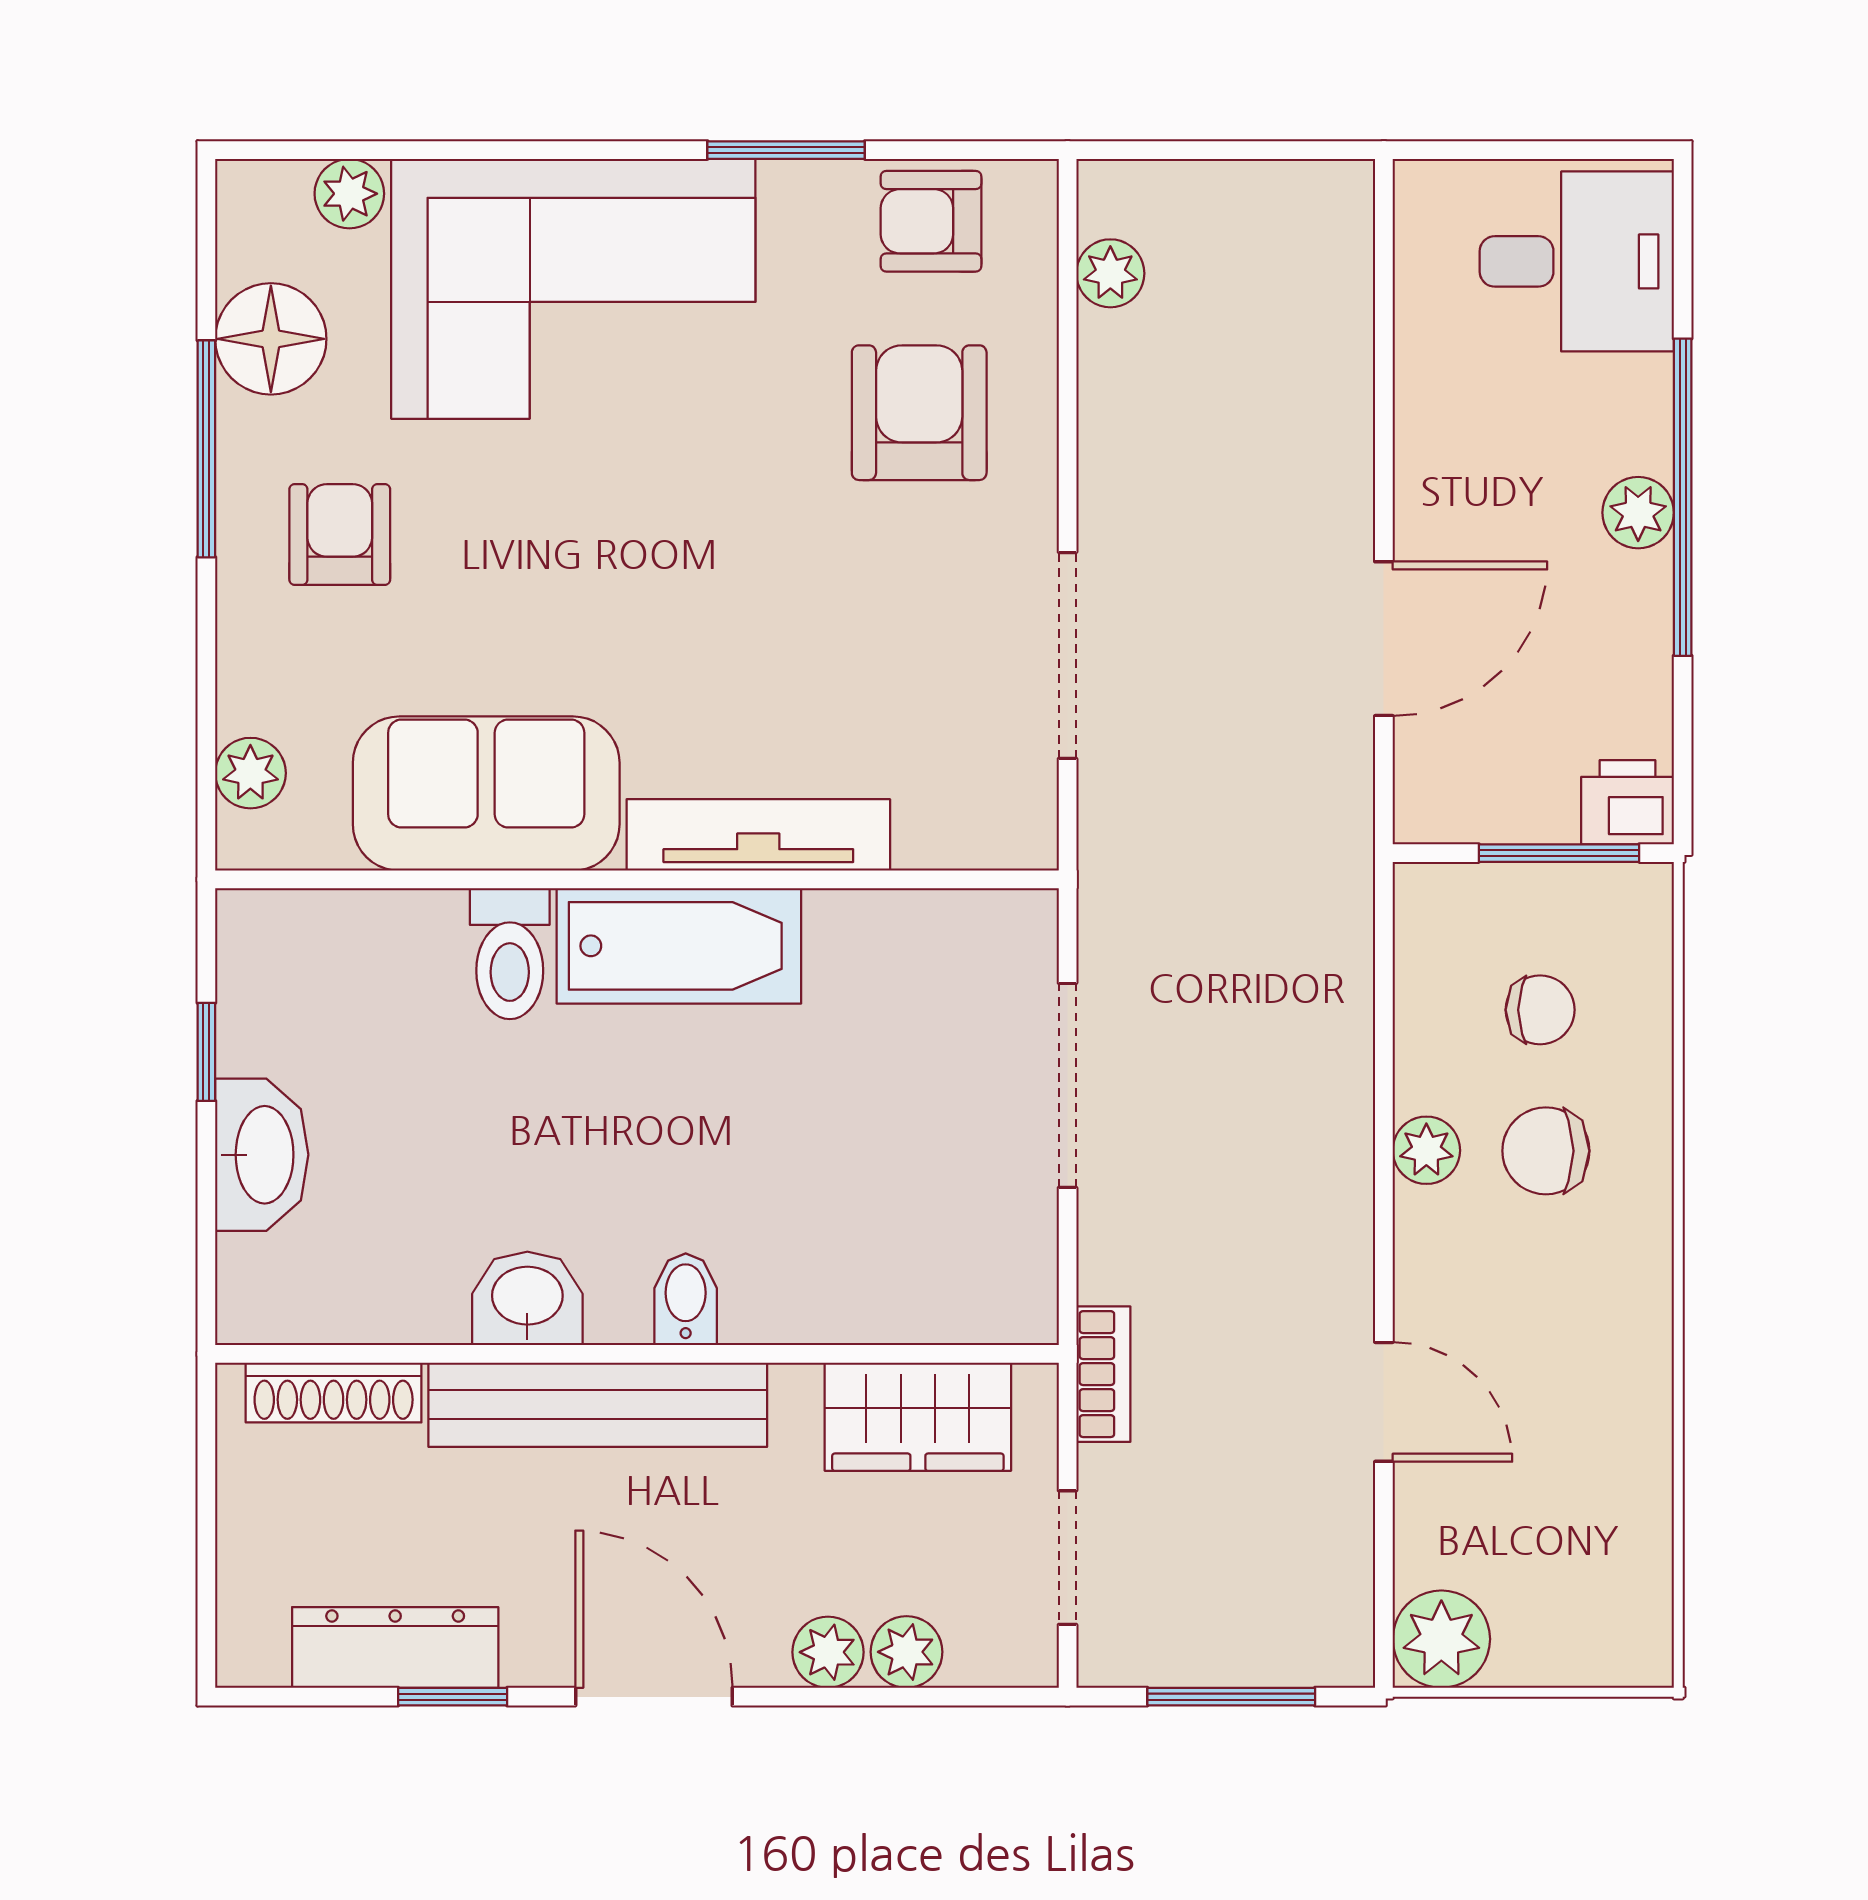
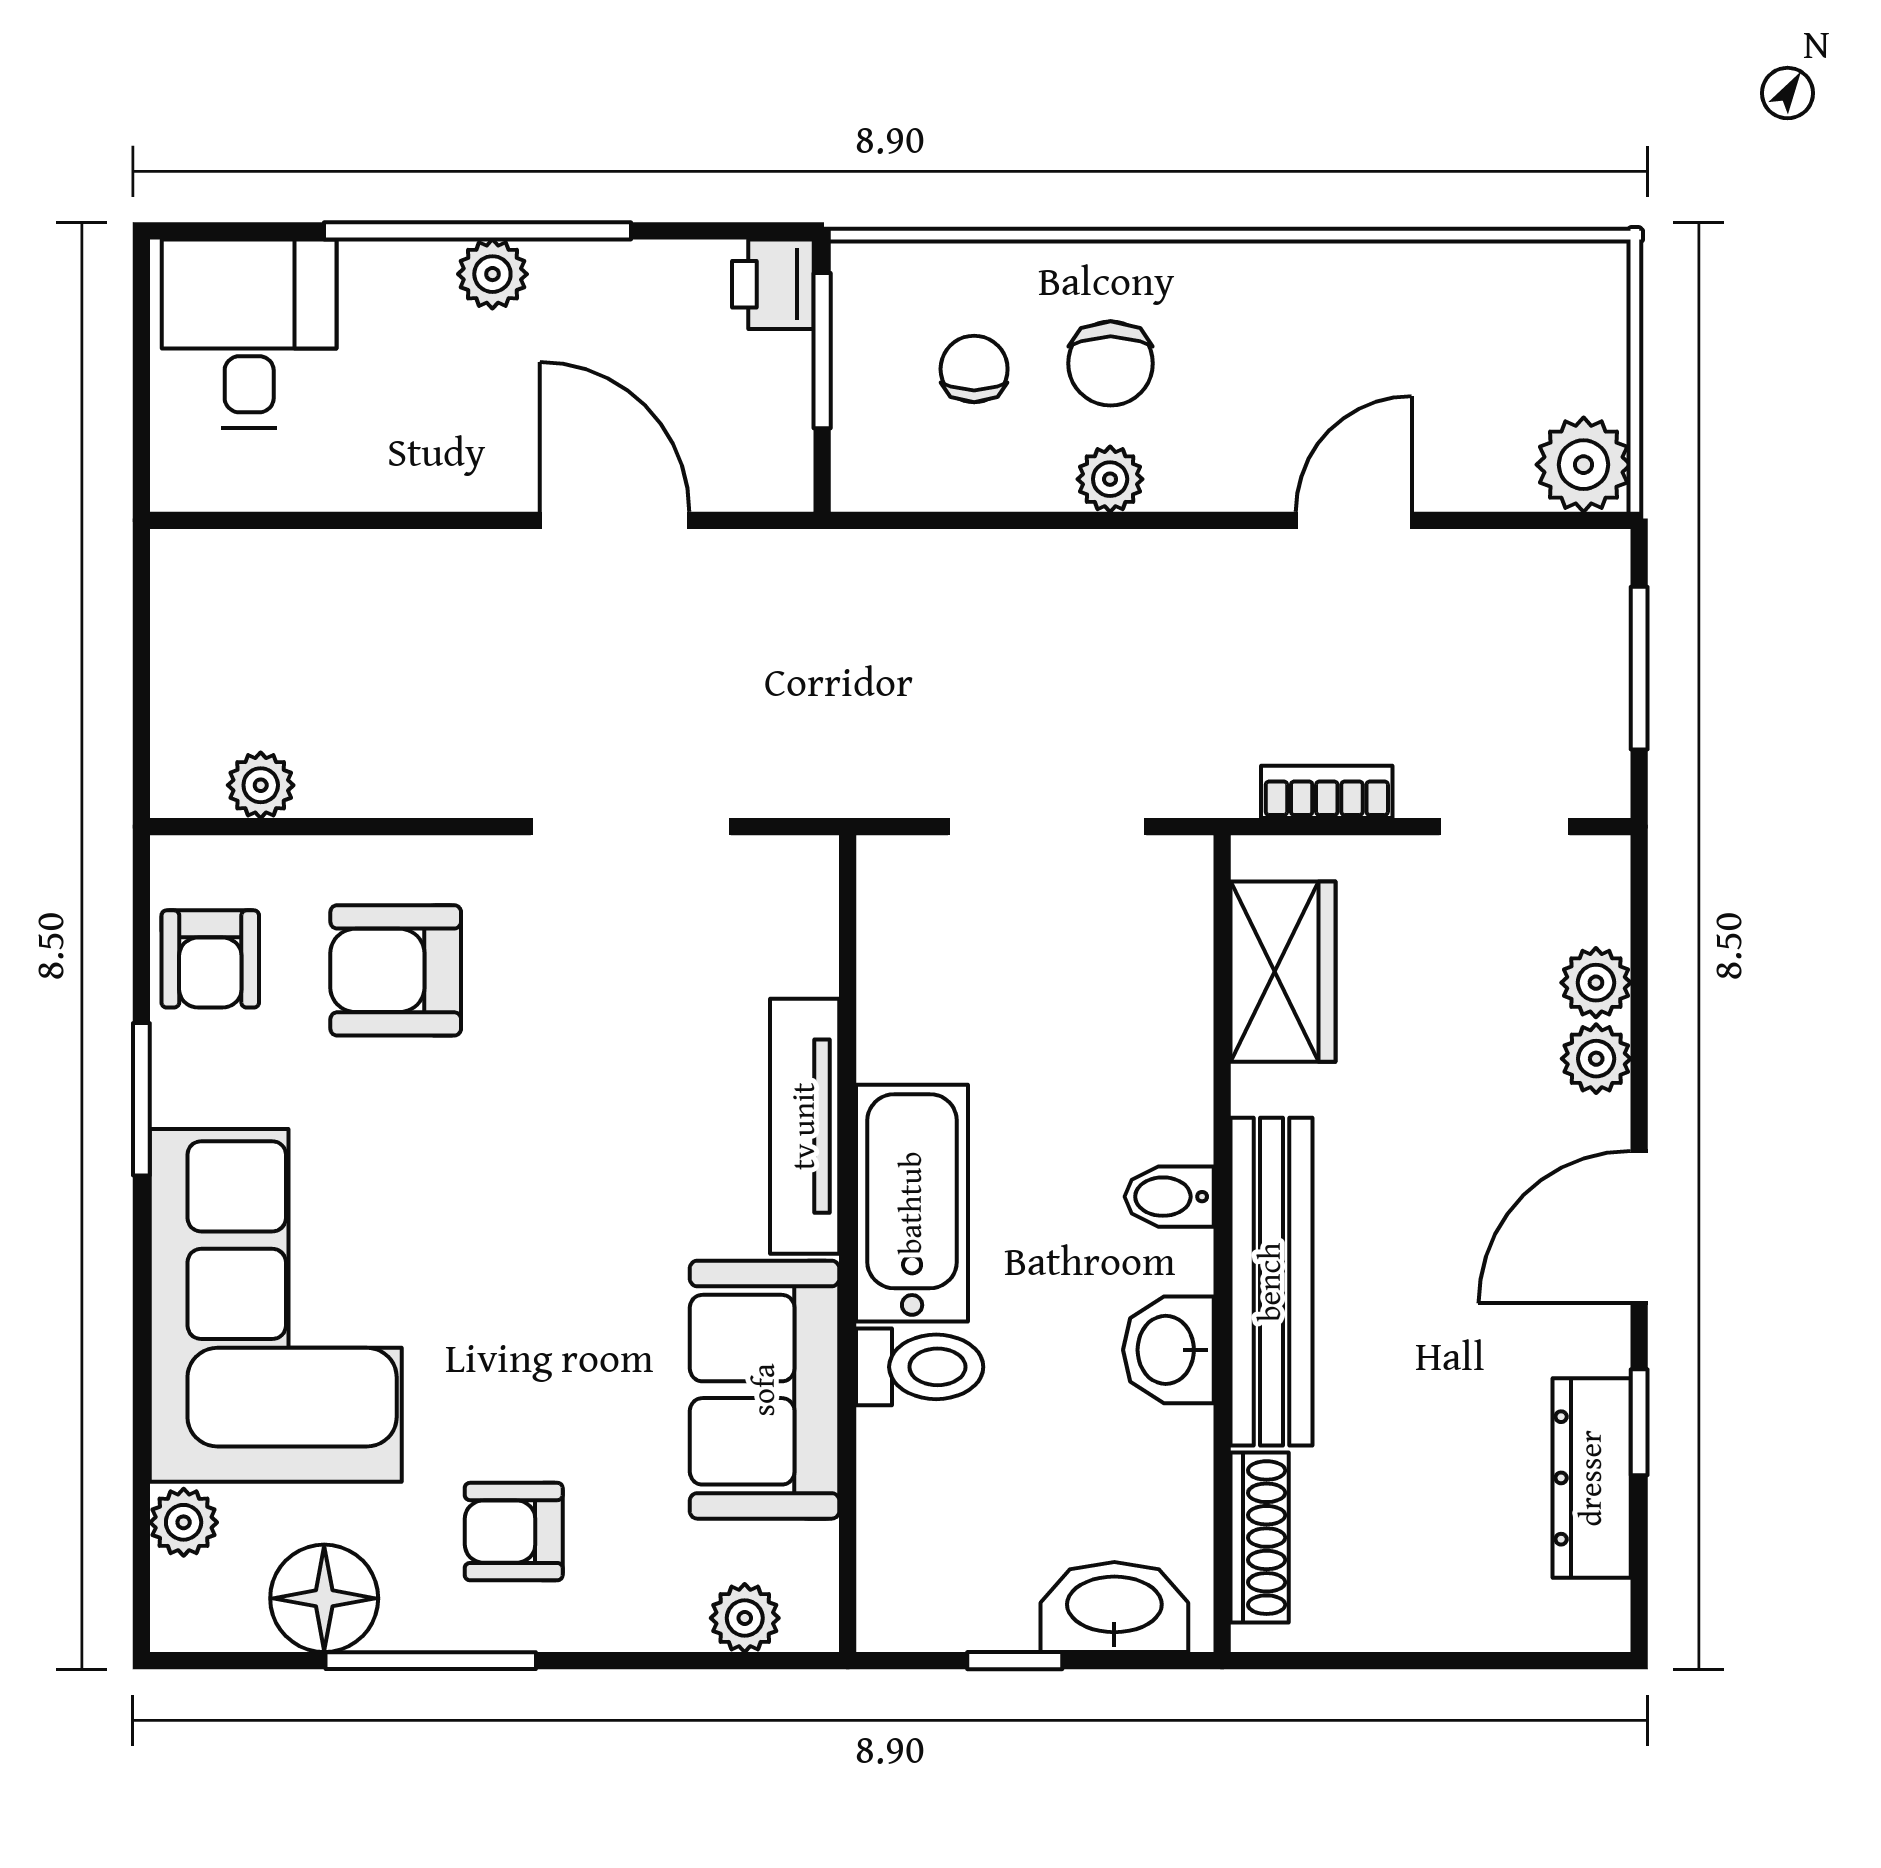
washbasin: (527, 1298) -> (1168, 1350), moved
bidet: (686, 1299) -> (1169, 1197), moved
wall: (637, 1354) -> (1222, 1244), moved
shoe rack: (334, 1393) -> (1260, 1538), moved
bench: (598, 1405) -> (1271, 1282), moved
wardrobe: (918, 1417) -> (1283, 972), moved

